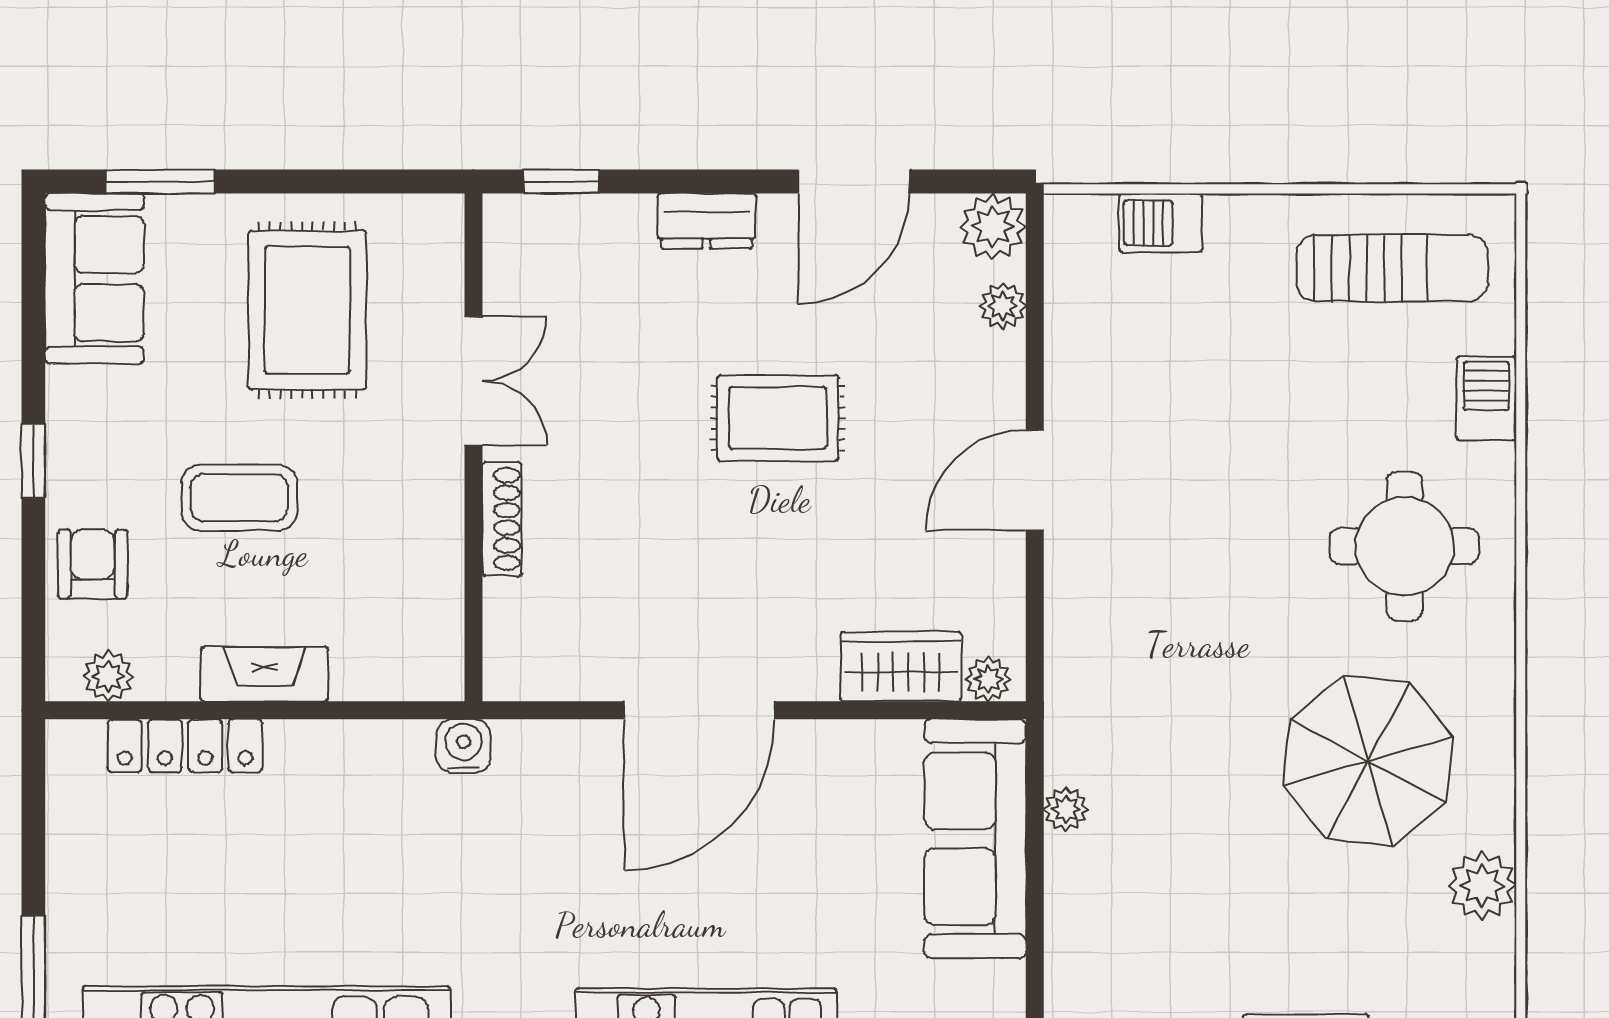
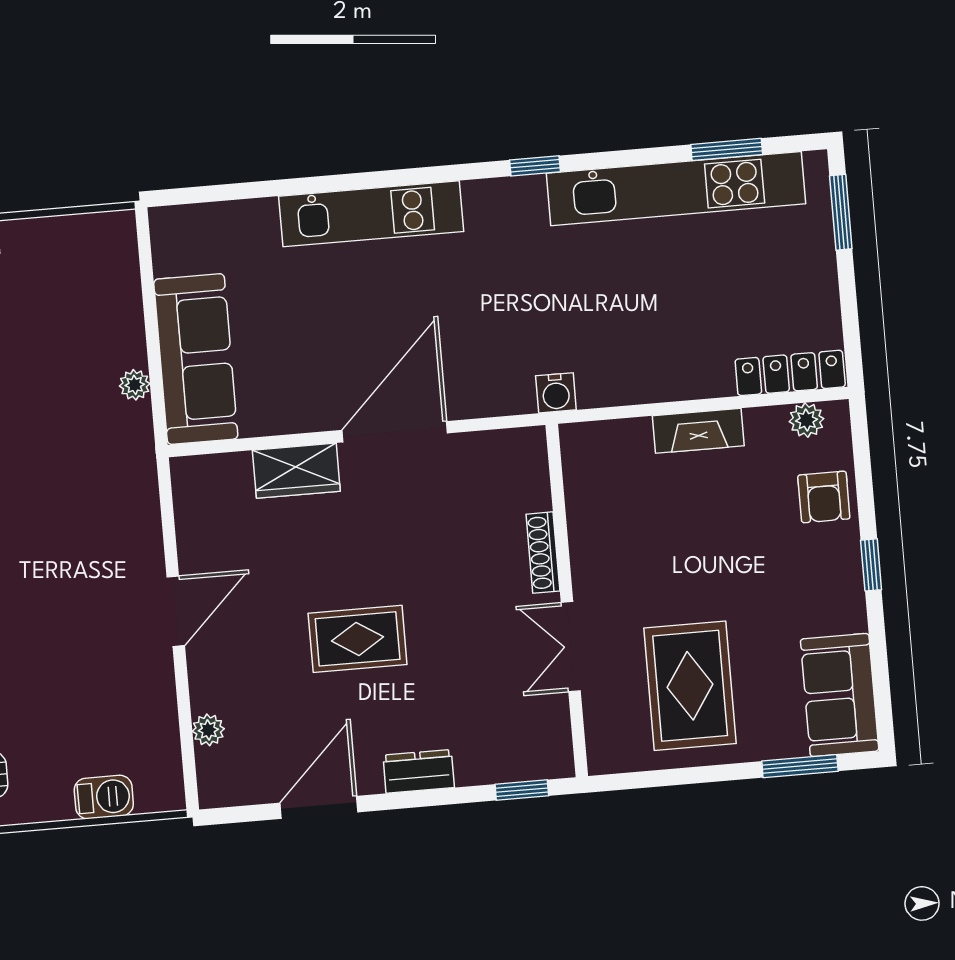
plant: (993, 227) -> (220, 784), removed
coffee table: (239, 498) -> (726, 552), removed
wardrobe: (901, 666) -> (296, 471), moved
plant: (988, 679) -> (196, 470), removed
locker: (185, 746) -> (790, 373), moved

